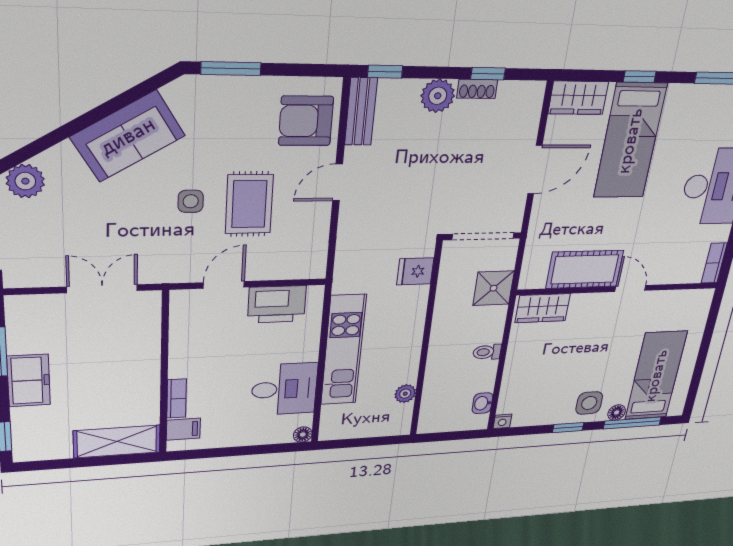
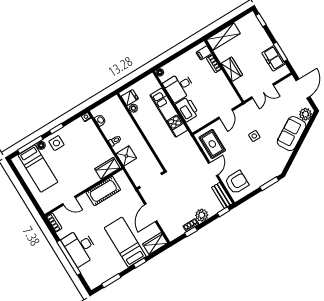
sofa: (128, 136) -> (292, 134), moved
rug: (249, 204) -> (212, 144), moved
fridge: (415, 271) -> (130, 98), moved
shower: (494, 288) -> (126, 156), moved
door: (630, 288) -> (69, 201), moved
printer: (277, 304) -> (187, 109), moved, turned 90
wardrobe: (144, 369) -> (232, 69), added
freezer: (29, 381) -> (273, 58), moved

